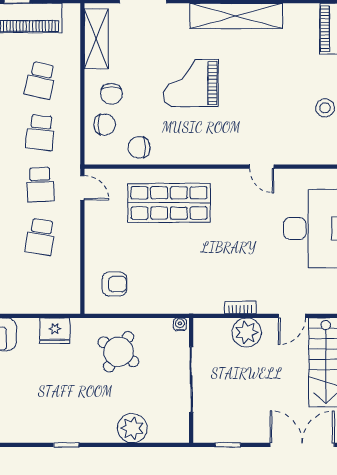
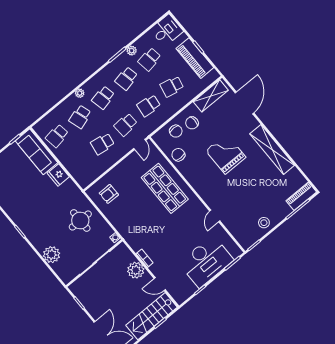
armchair: (114, 284) -> (109, 194), turned 90
fridge: (55, 331) -> (58, 175), moved
round table: (118, 352) -> (80, 220), turned -33

